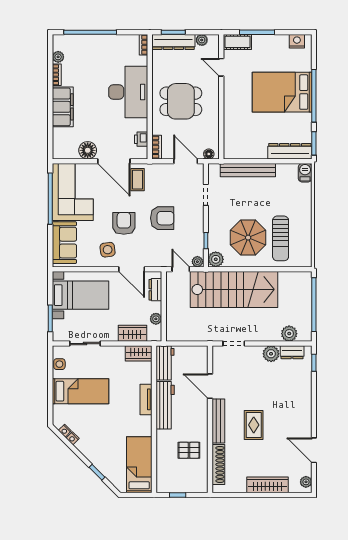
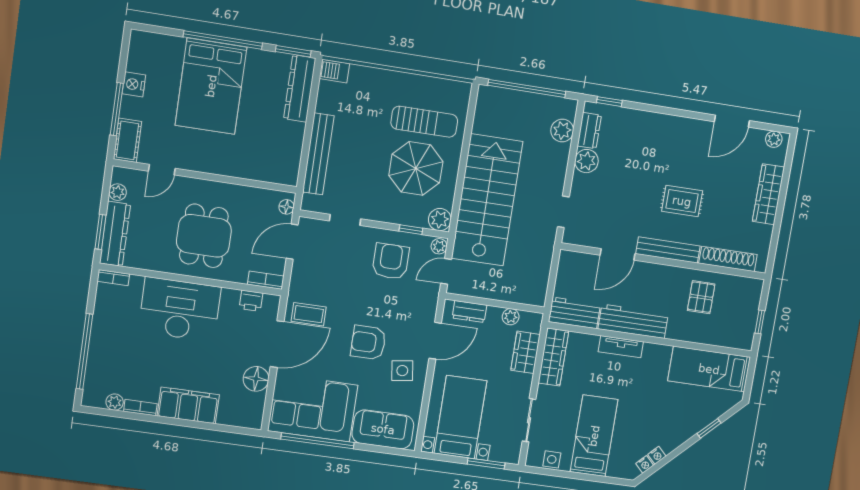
nightstand: (297, 41) -> (134, 84), moved
armchair: (162, 218) -> (391, 261), moved
wardrobe: (139, 353) -> (553, 357), width x1.50

